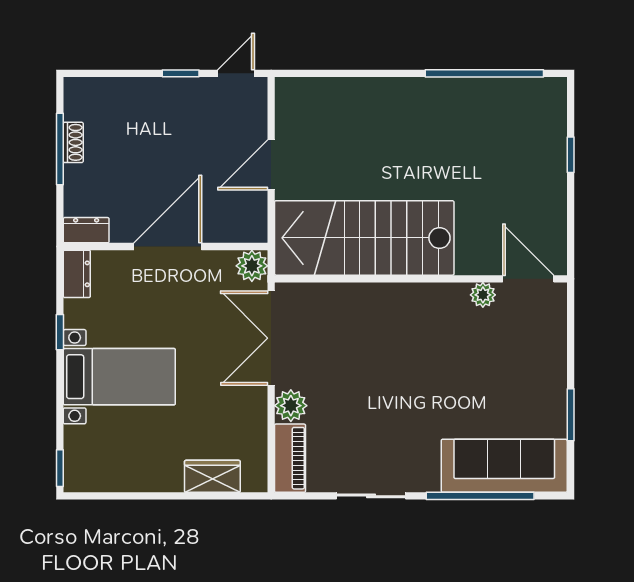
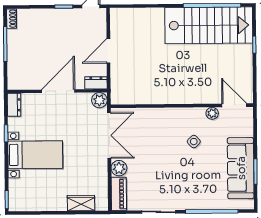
shoe rack: (73, 142) -> (12, 19), moved
dresser: (86, 230) -> (96, 83), moved
stairs: (364, 238) -> (209, 25), moved, turned 180
double door: (271, 338) -> (109, 135), swing flipped
side table: (445, 352) -> (194, 142), added
sofa: (504, 466) -> (241, 168), moved, turned -90

